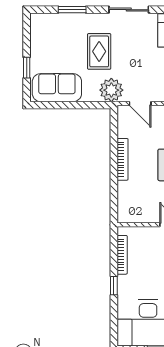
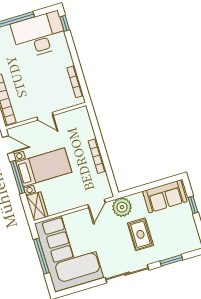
sliding door: (129, 10) -> (127, 274), width x1.37
door: (140, 103) -> (96, 203), swing flipped
window: (114, 286) -> (65, 23), moved

